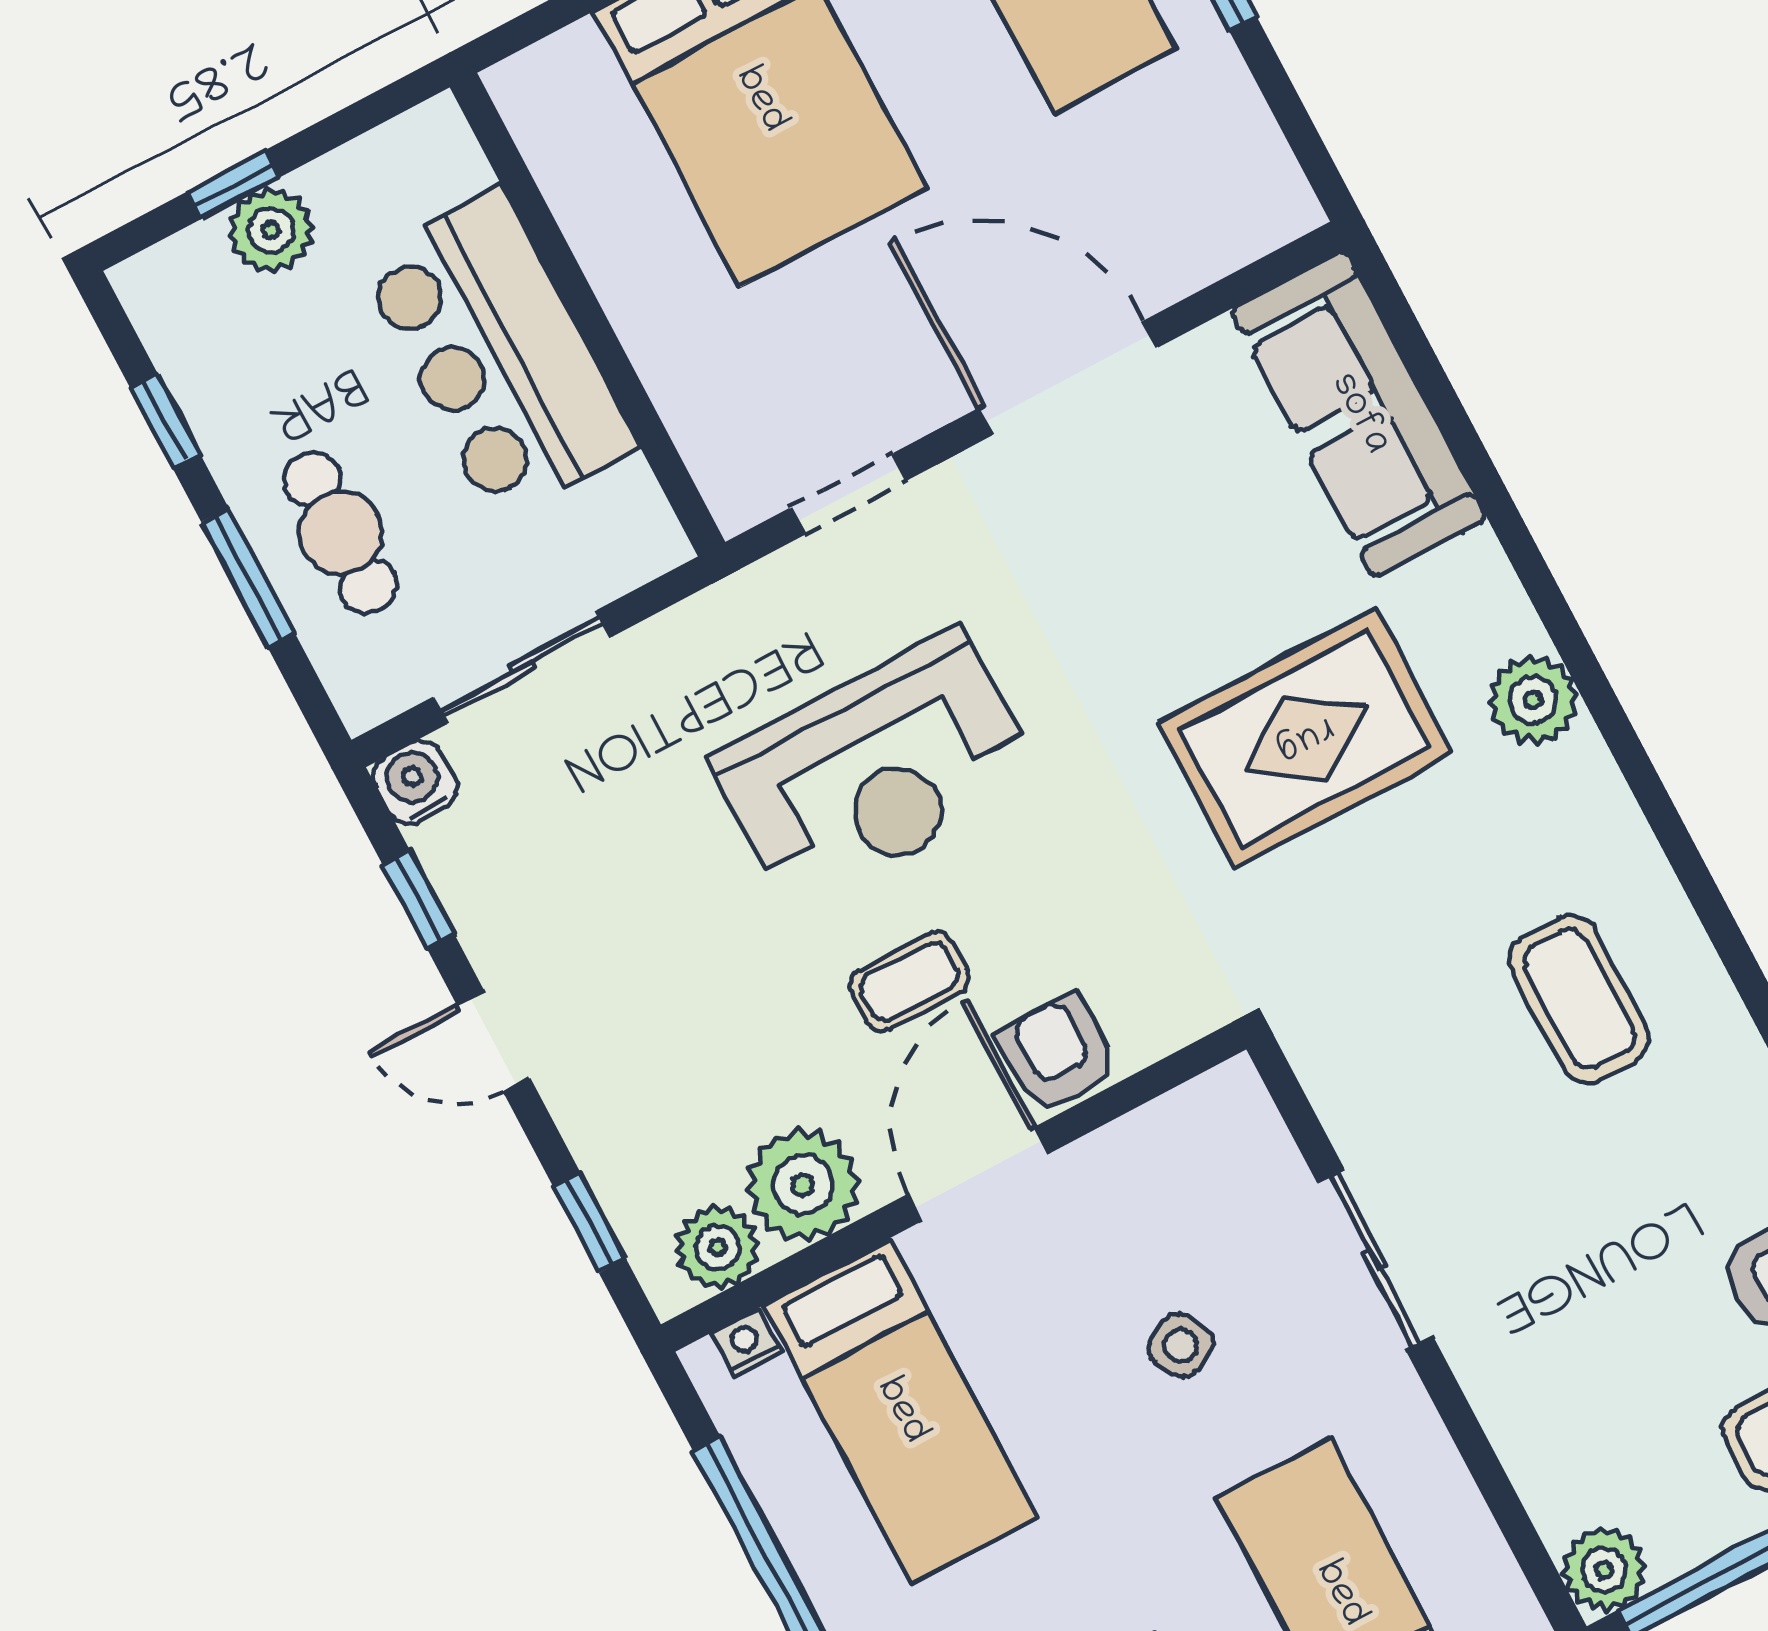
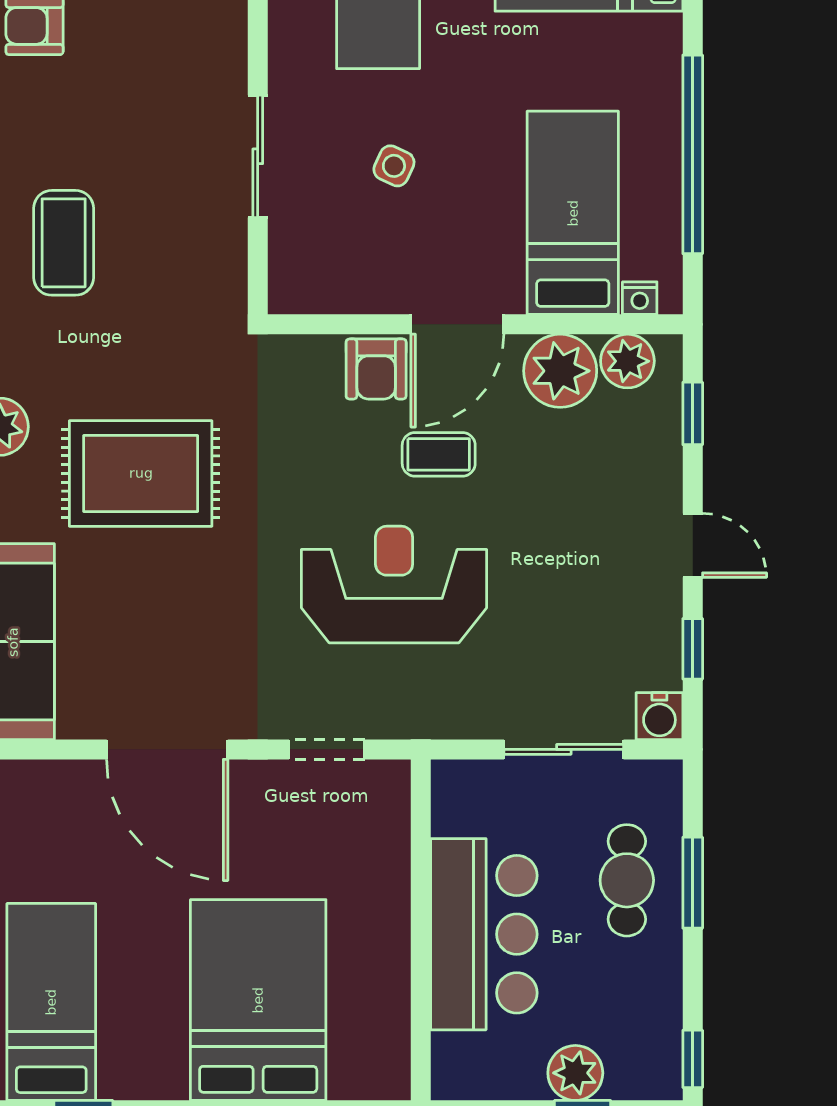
window: (165, 421) -> (693, 1059), moved
side table: (1181, 1346) -> (394, 166), turned -38

